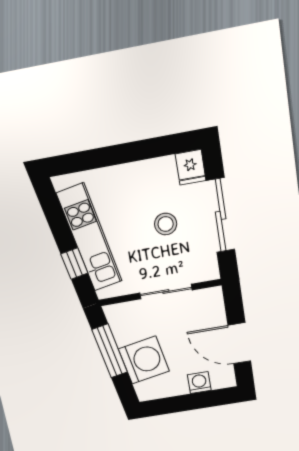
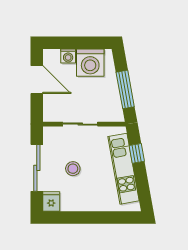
washing machine: (144, 360) -> (90, 63), moved, turned -80

